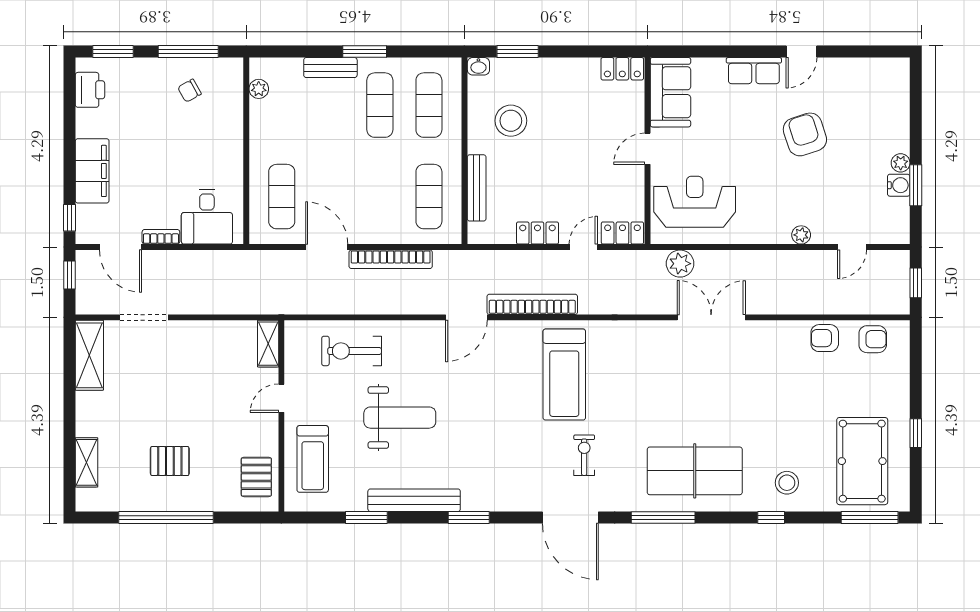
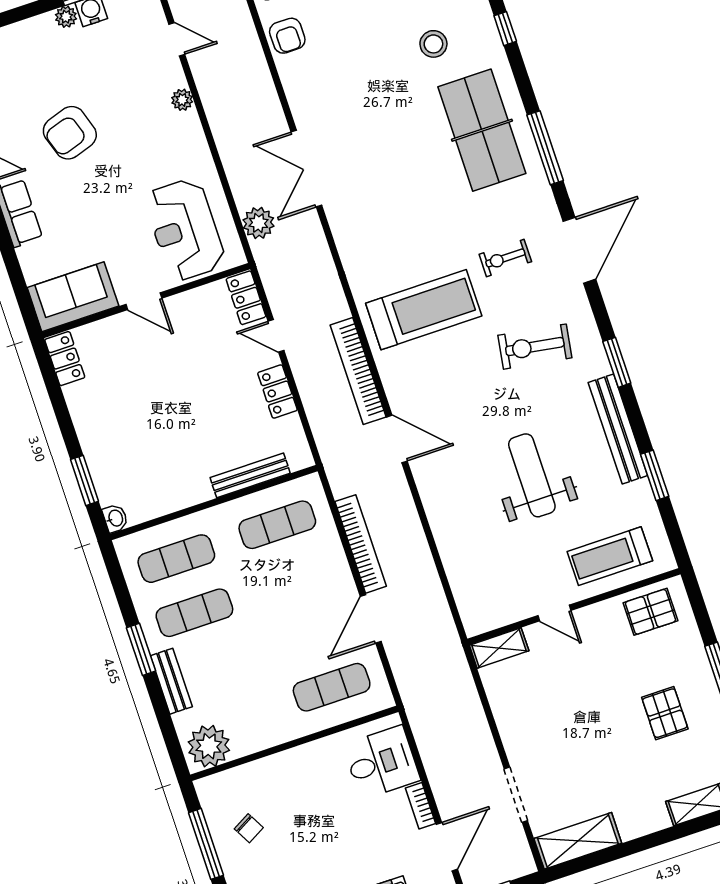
plant: (259, 89) -> (209, 746), width x1.88, depth x1.88
stool: (511, 121) -> (163, 462), removed
exercise bike: (352, 351) -> (535, 347), moved, turned 99
treadmill: (313, 459) -> (610, 556), turned 180
stool: (787, 483) -> (433, 44), moved

